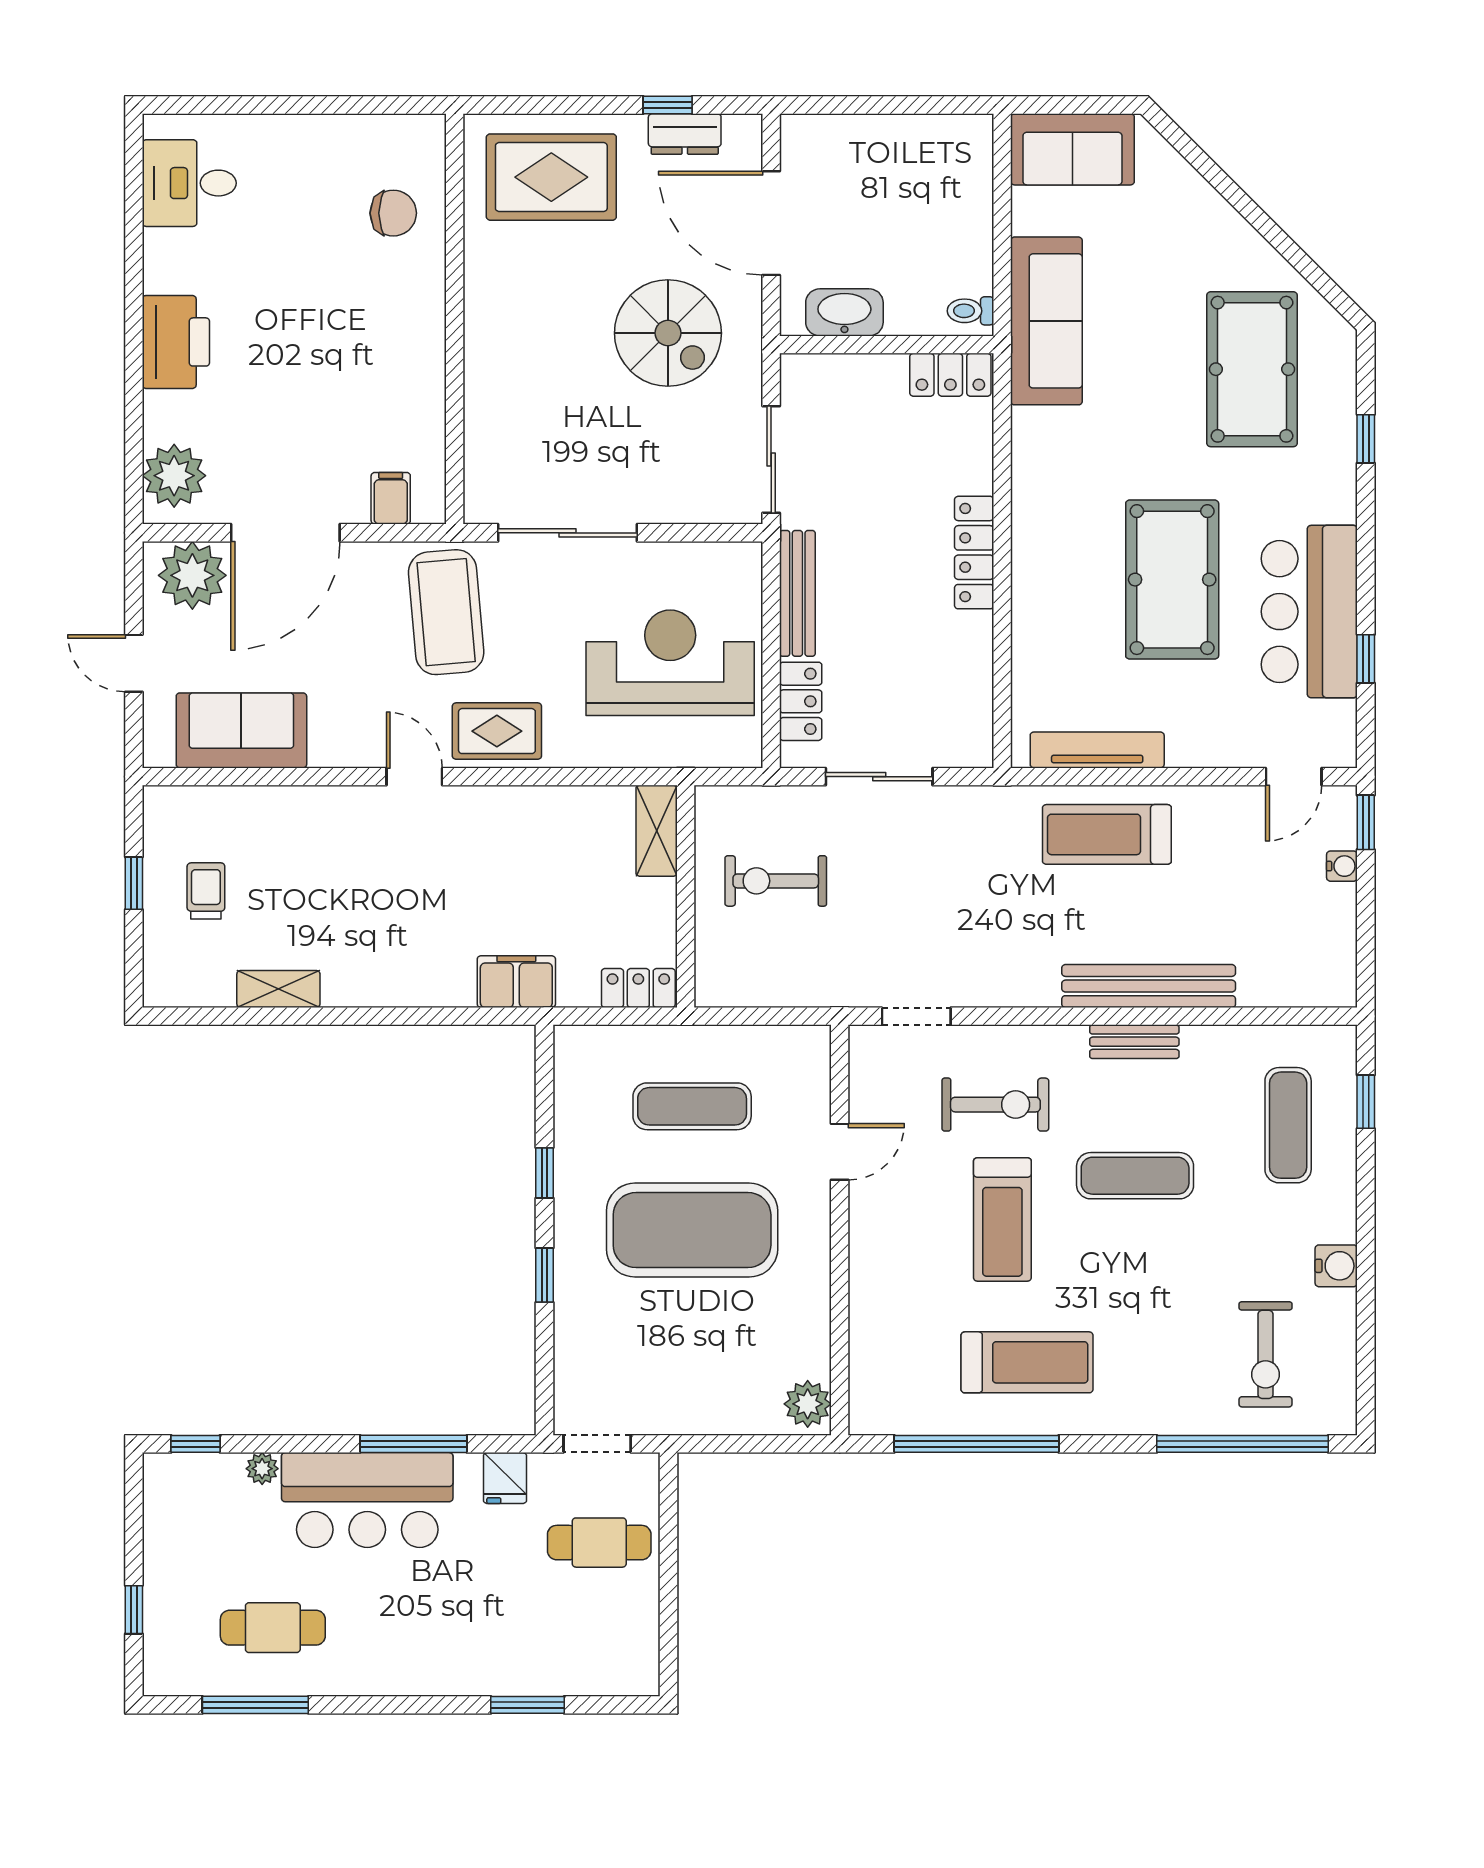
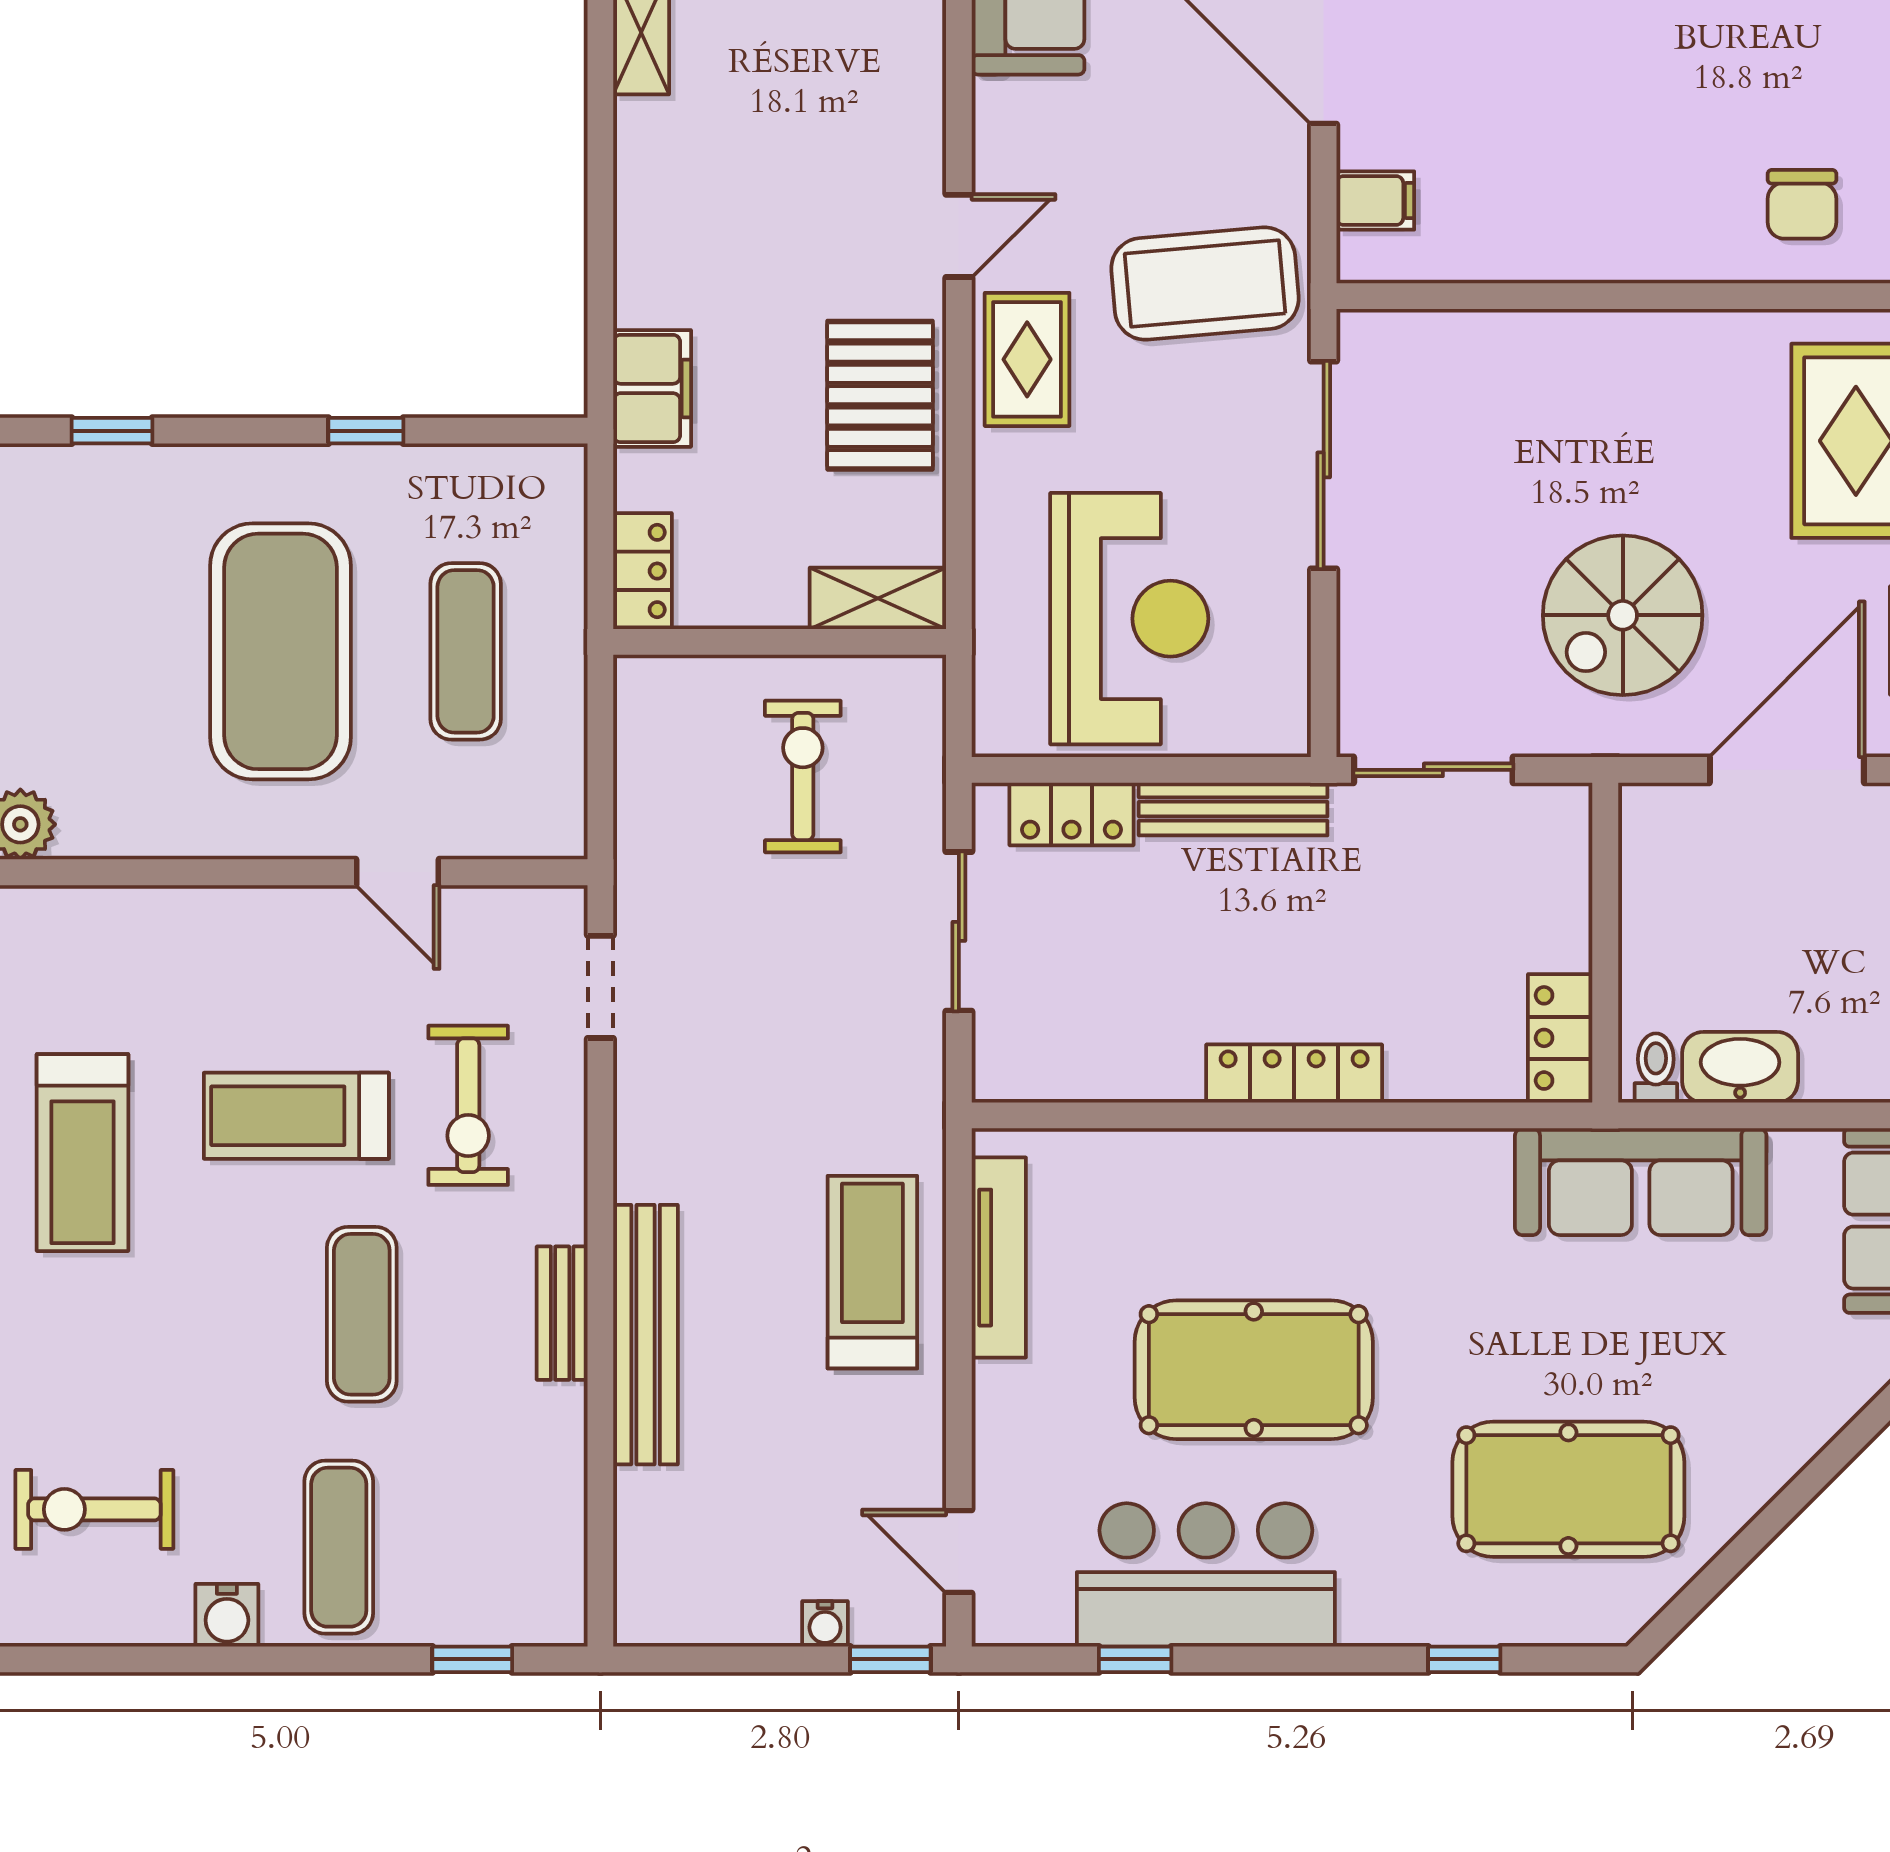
washbasin: (844, 312) -> (1740, 1067), moved, turned -90
pallet: (521, 829) -> (880, 395), added
exercise mat: (1288, 1125) -> (339, 1547), moved, turned 90
window: (544, 1275) -> (112, 431), moved

